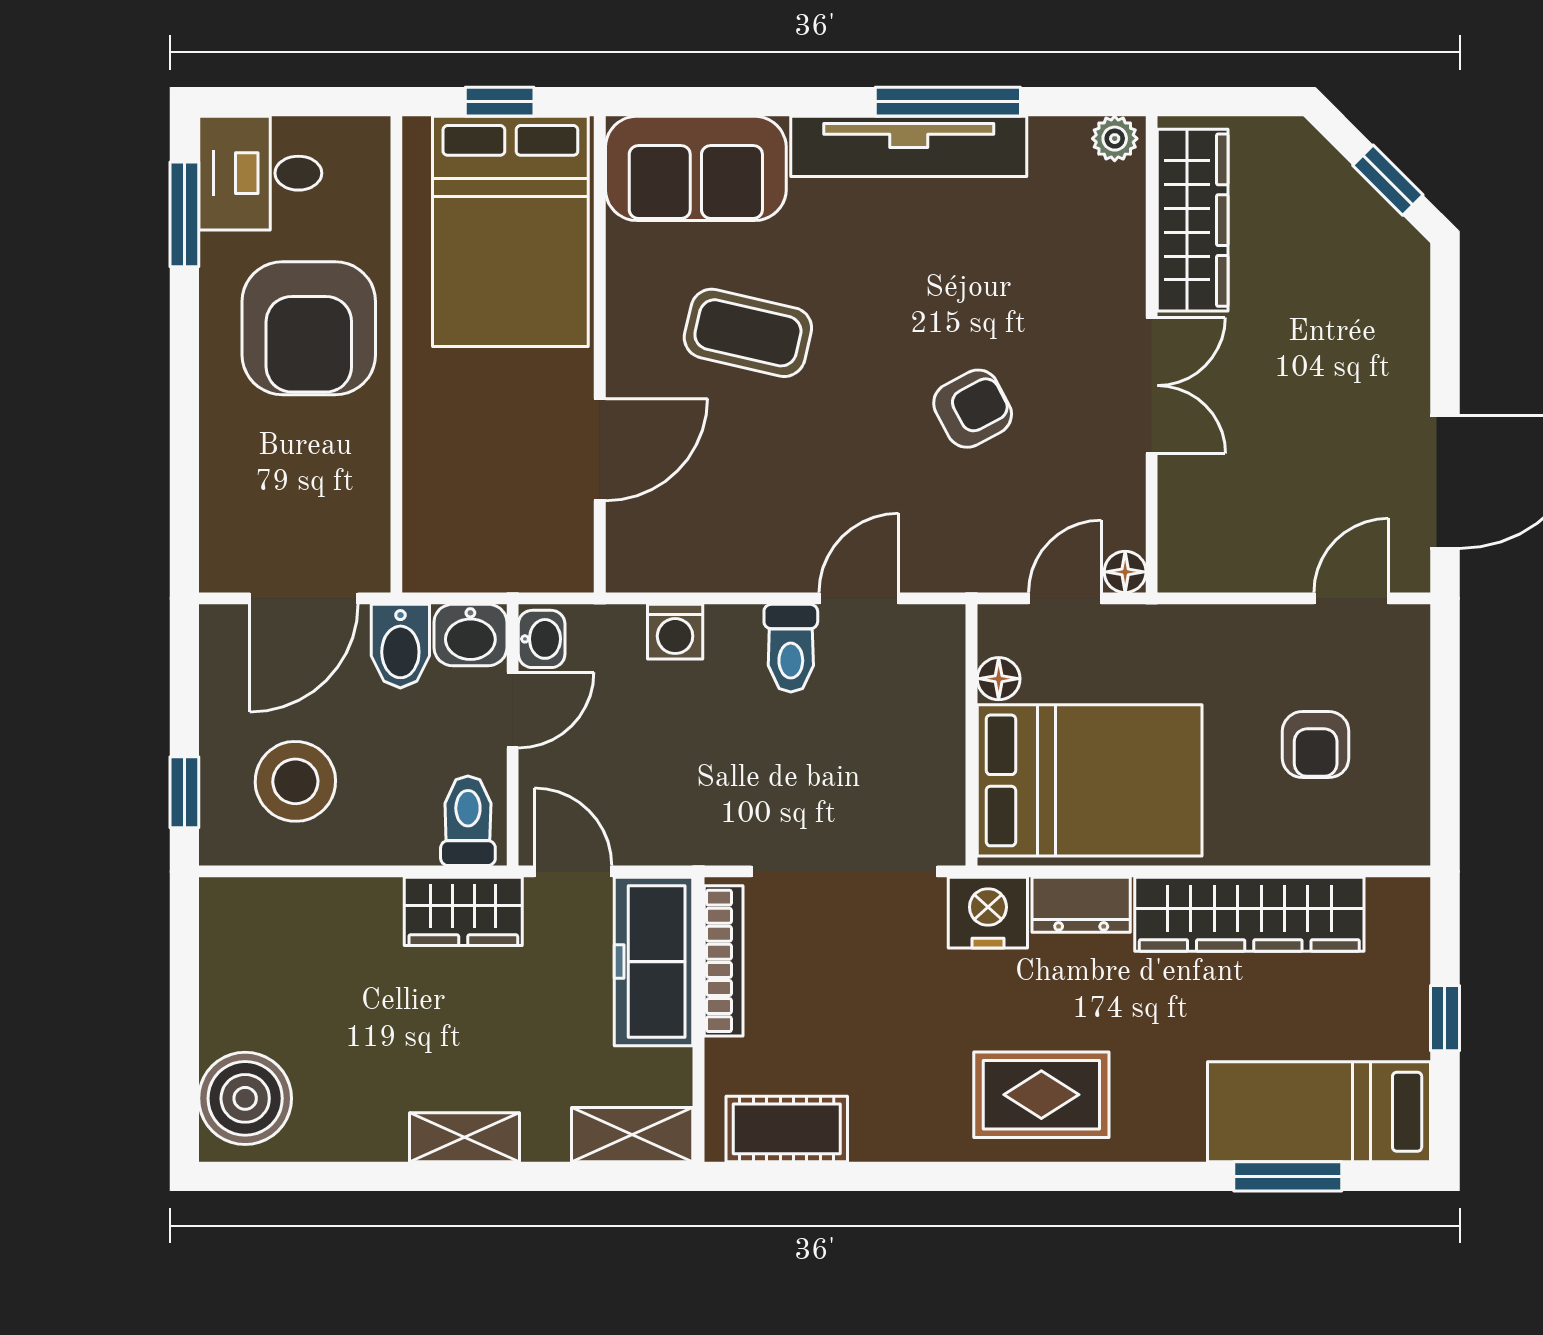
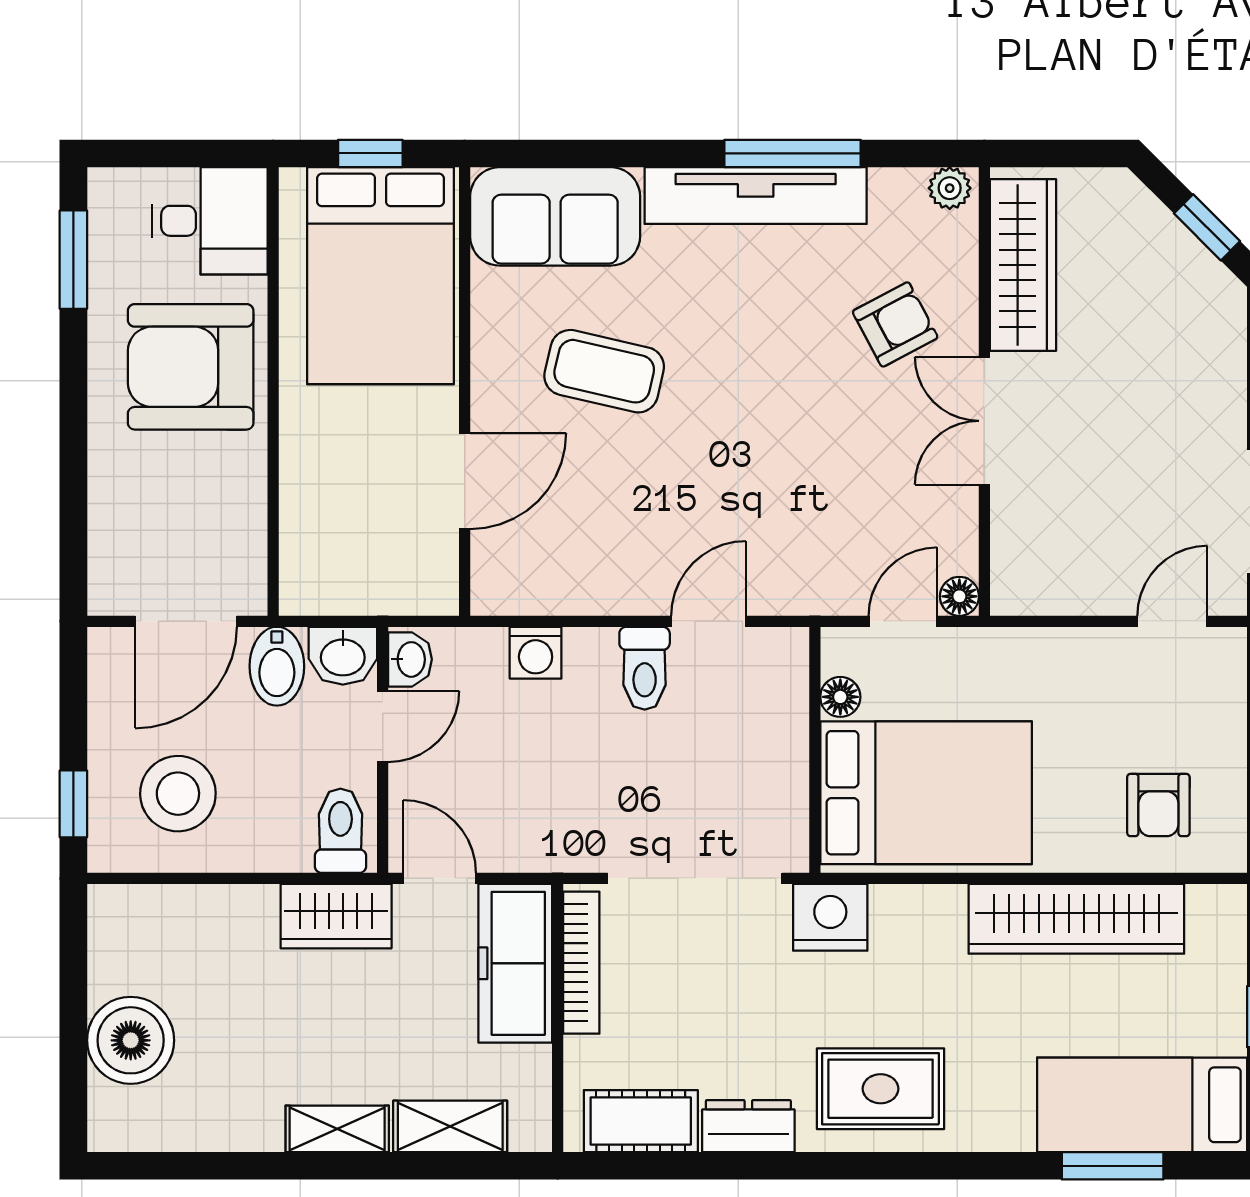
desk: (260, 173) -> (210, 221), moved, turned 180
armchair: (309, 328) -> (191, 367), turned 90
double door: (1152, 385) -> (984, 421), swing flipped
armchair: (973, 409) -> (895, 324), moved
armchair: (1316, 745) -> (1158, 805), moved
dresser: (1081, 905) -> (748, 1126), moved, turned 180
boiler: (245, 1098) -> (131, 1040), moved
shelving: (632, 1135) -> (450, 1126), moved

